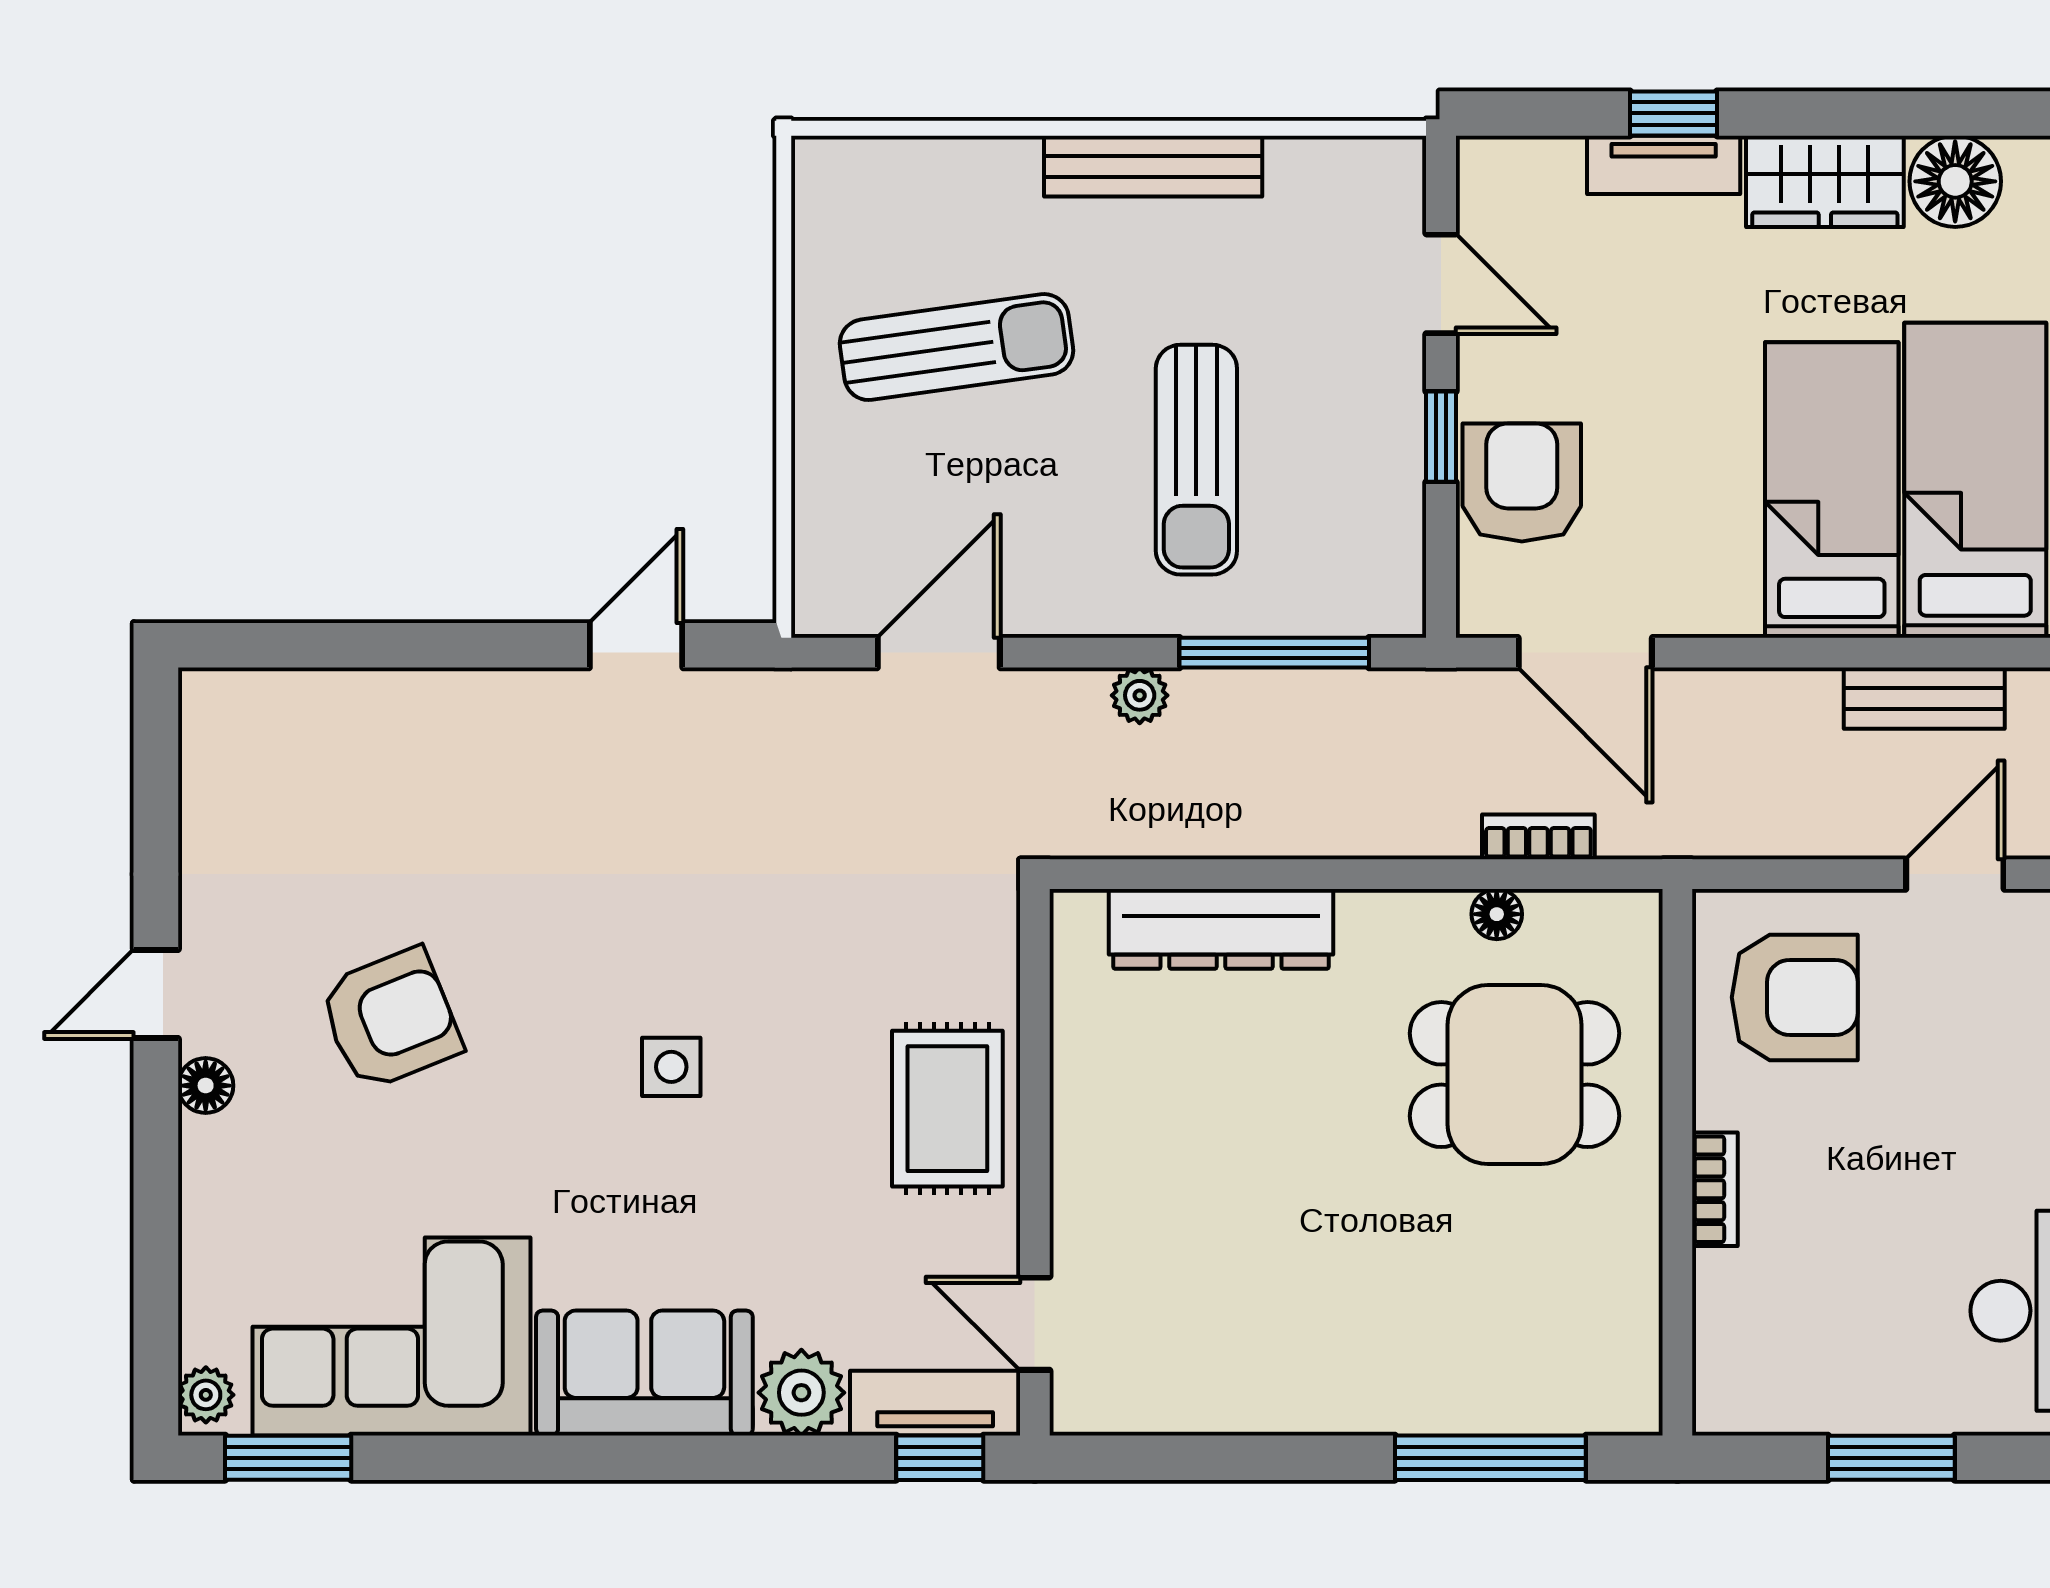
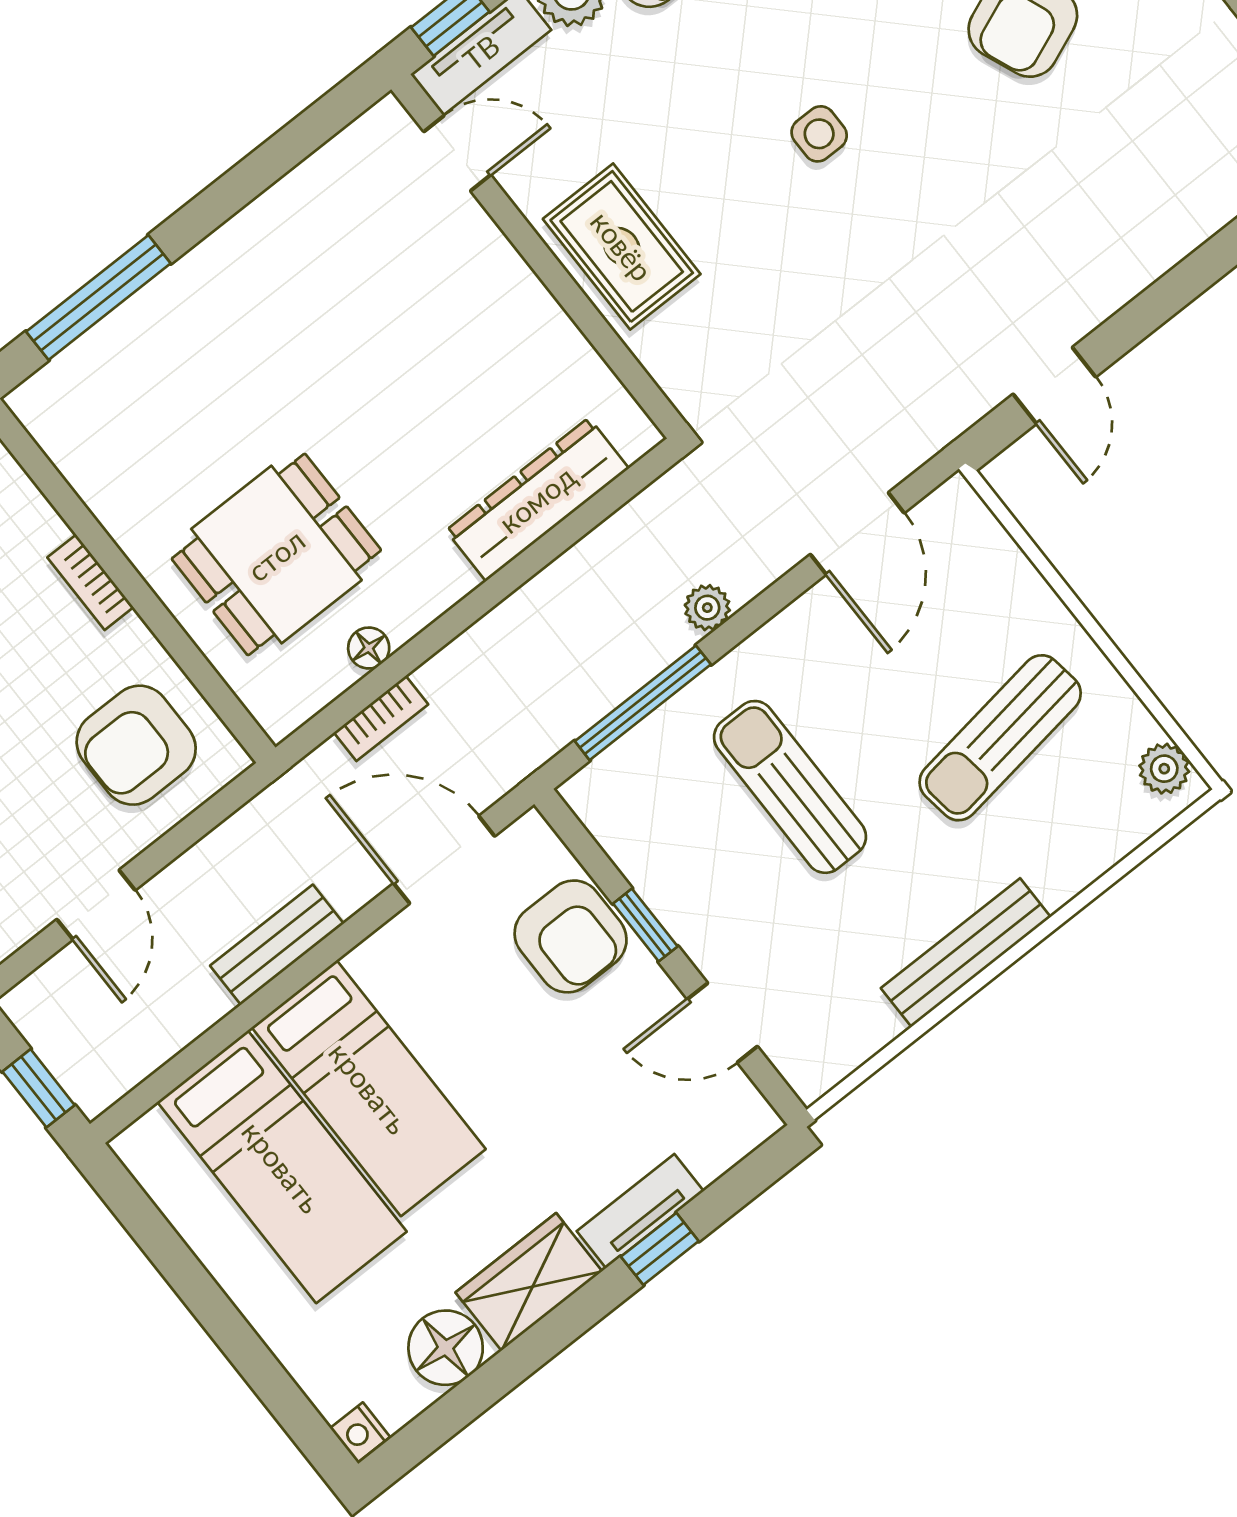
plant: (822, 192) -> (1164, 769), added
bench: (1924, 698) -> (277, 945), moved

